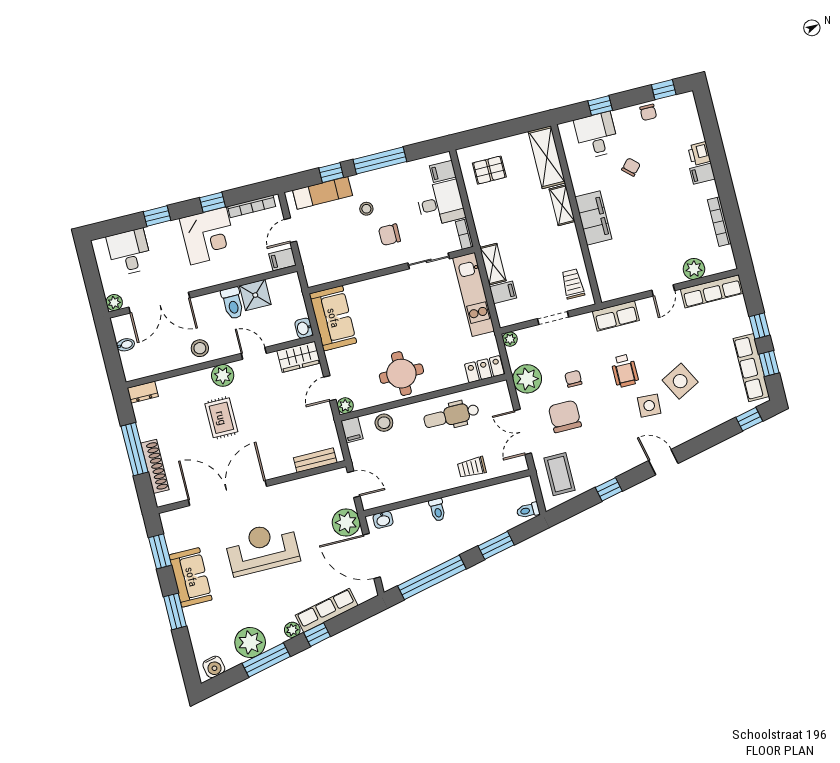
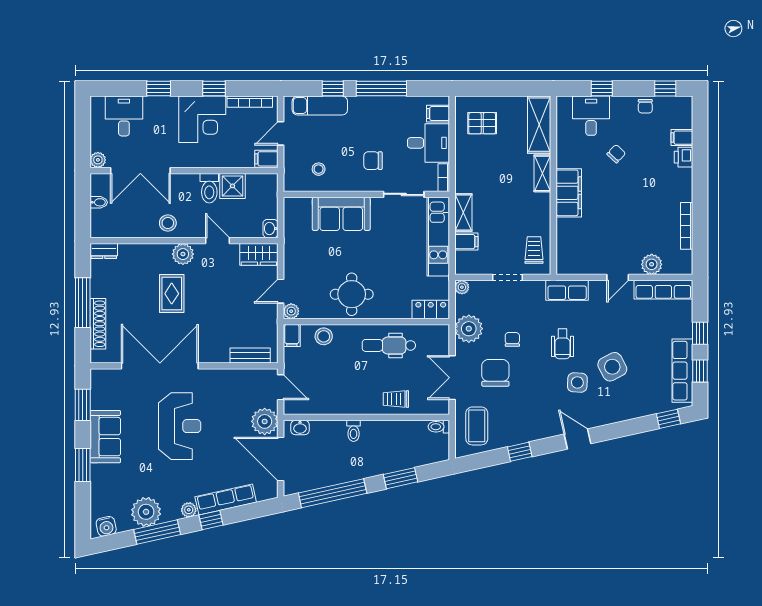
filing cabinet: (702, 174) -> (682, 138), moved
stool: (366, 209) -> (319, 169), moved
sofa: (333, 318) -> (341, 214), moved, turned 90
toilet: (528, 510) -> (439, 427), moved
reception desk: (262, 548) -> (180, 426), turned 90

